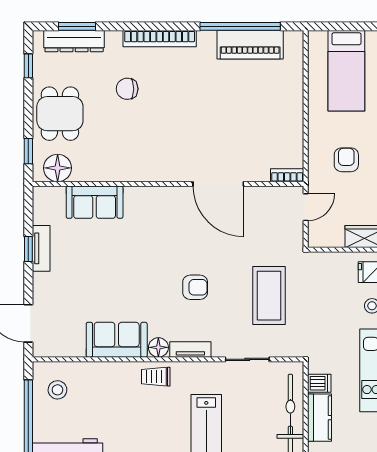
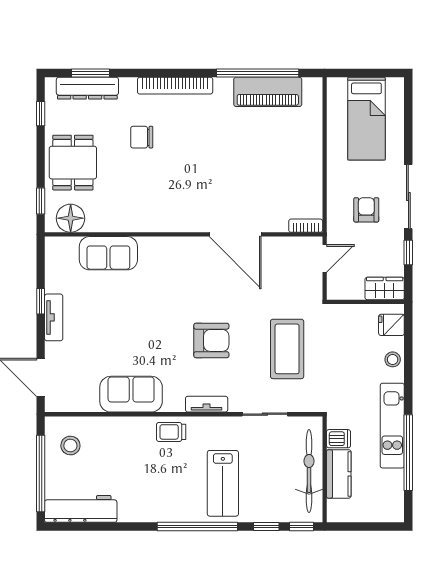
tv unit: (41, 248) -> (54, 317), moved
armchair: (195, 287) -> (211, 340), width x1.38, depth x1.38
floor lamp: (158, 347) -> (174, 402), removed

